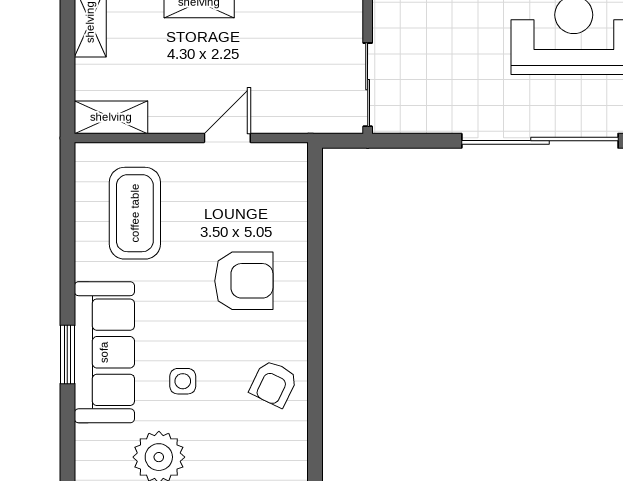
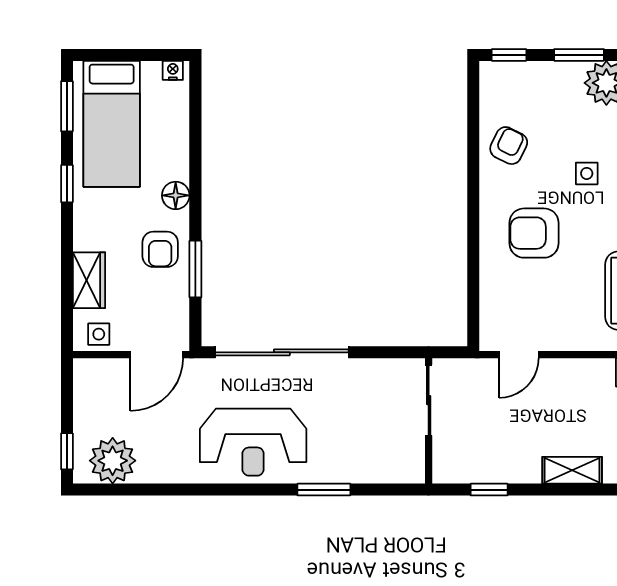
door: (227, 138) -> (519, 355), moved
side table: (183, 381) -> (587, 173), moved

